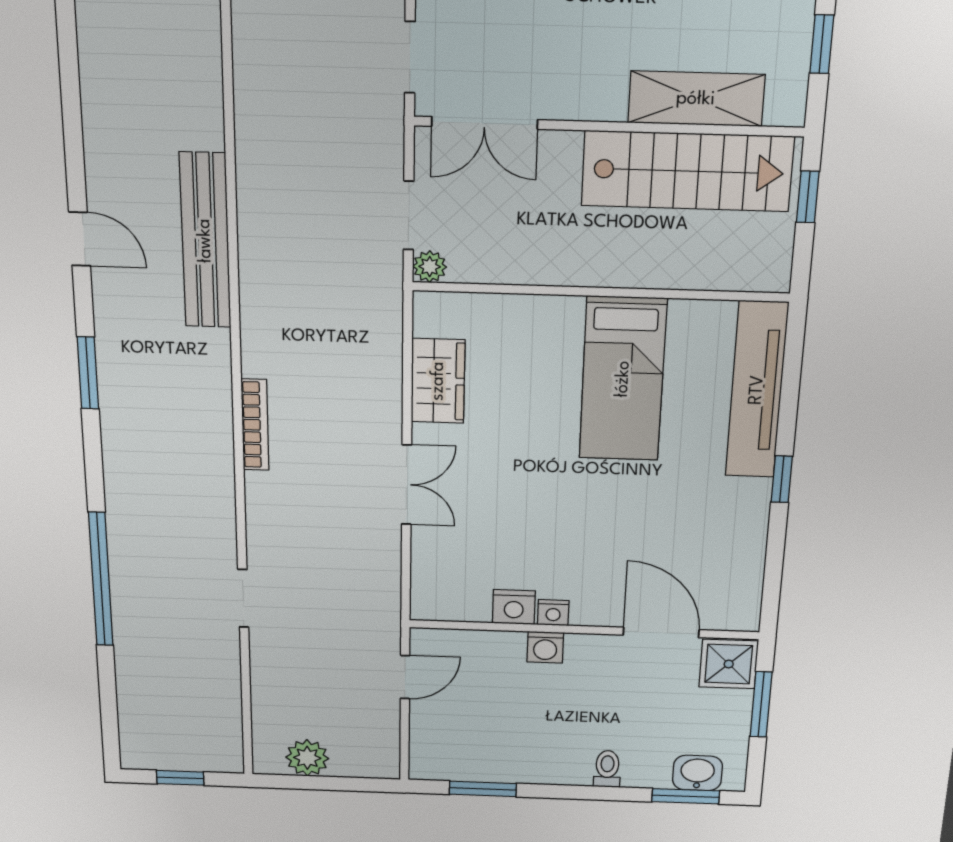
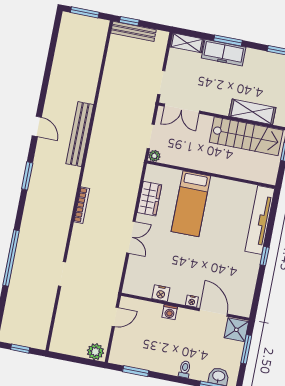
bed: (623, 379) -> (191, 204), moved
nightstand: (553, 613) -> (192, 301), moved
plant: (307, 758) -> (95, 352), moved

